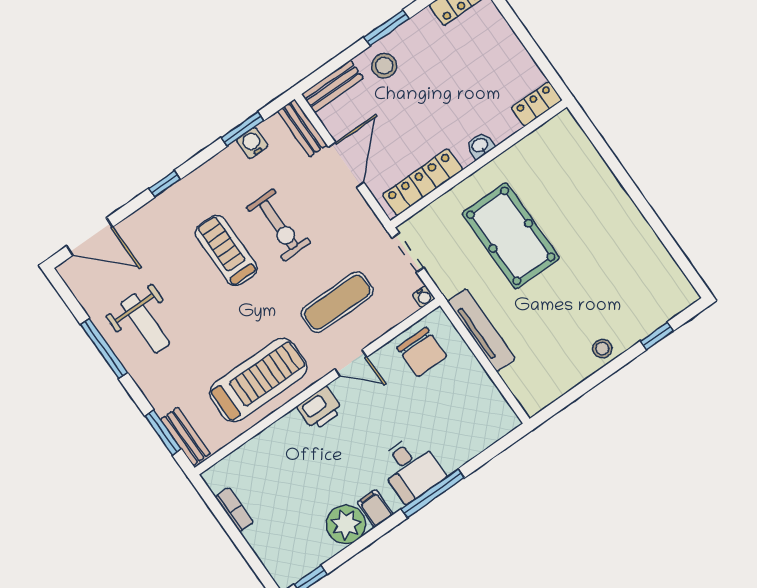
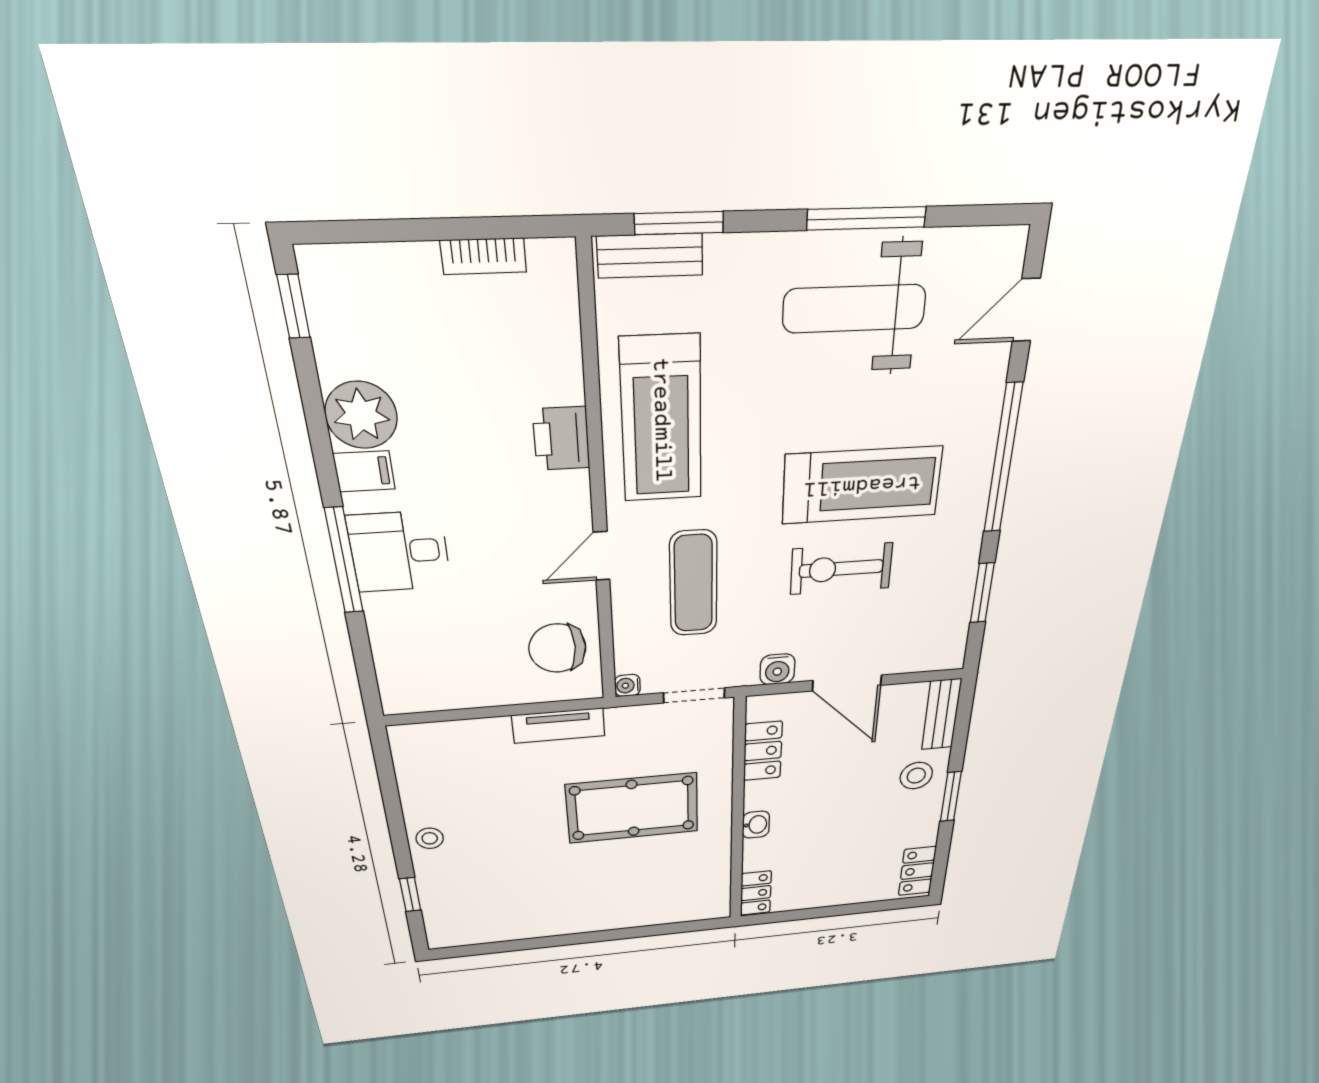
bench: (302, 128) -> (926, 659), removed
water cooler: (252, 143) -> (777, 669), moved, turned 90
locker: (423, 182) -> (763, 751), width x0.66
window: (165, 184) -> (1003, 459), width x3.17
door: (90, 237) -> (1026, 310), width x0.73
treadmill: (226, 251) -> (862, 485), width x1.37, depth x1.38
weight bench: (145, 323) -> (854, 309), width x1.36, depth x1.33
tv unit: (481, 330) -> (558, 726), width x0.71
printer: (320, 408) -> (561, 439), moved

